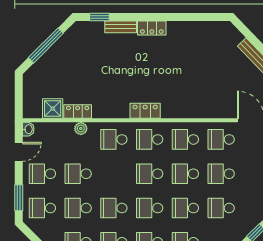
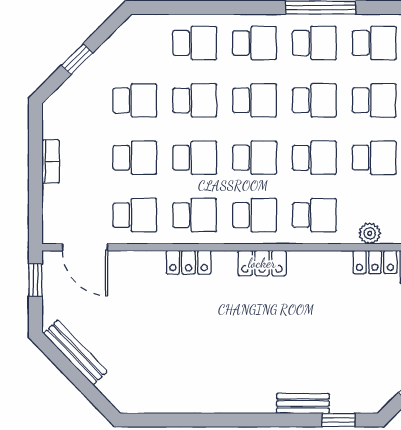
locker: (152, 28) -> (189, 262), moved, turned 180
school desk: (114, 174) -> (314, 158), added

